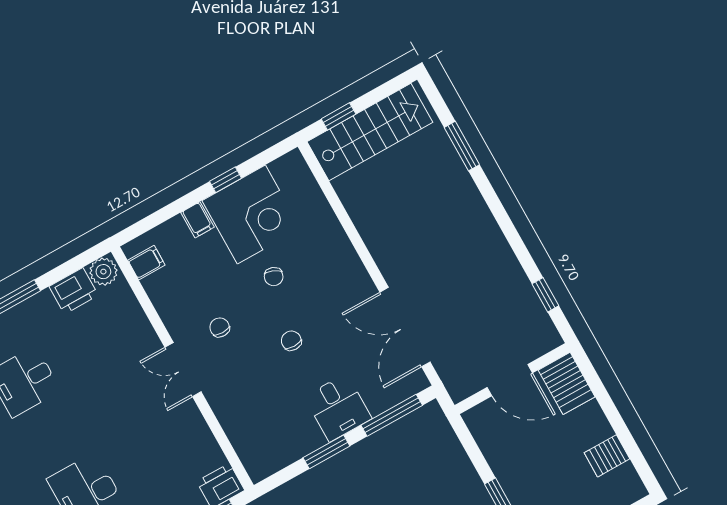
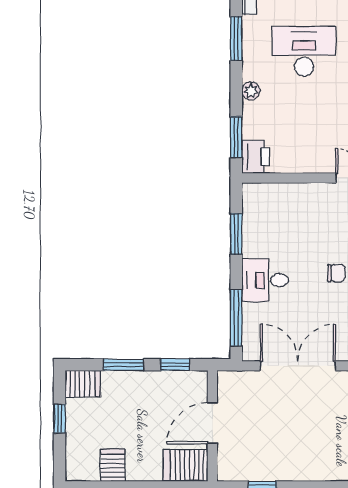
window: (472, 450) -> (175, 365), added
window: (326, 452) -> (236, 234), moved

